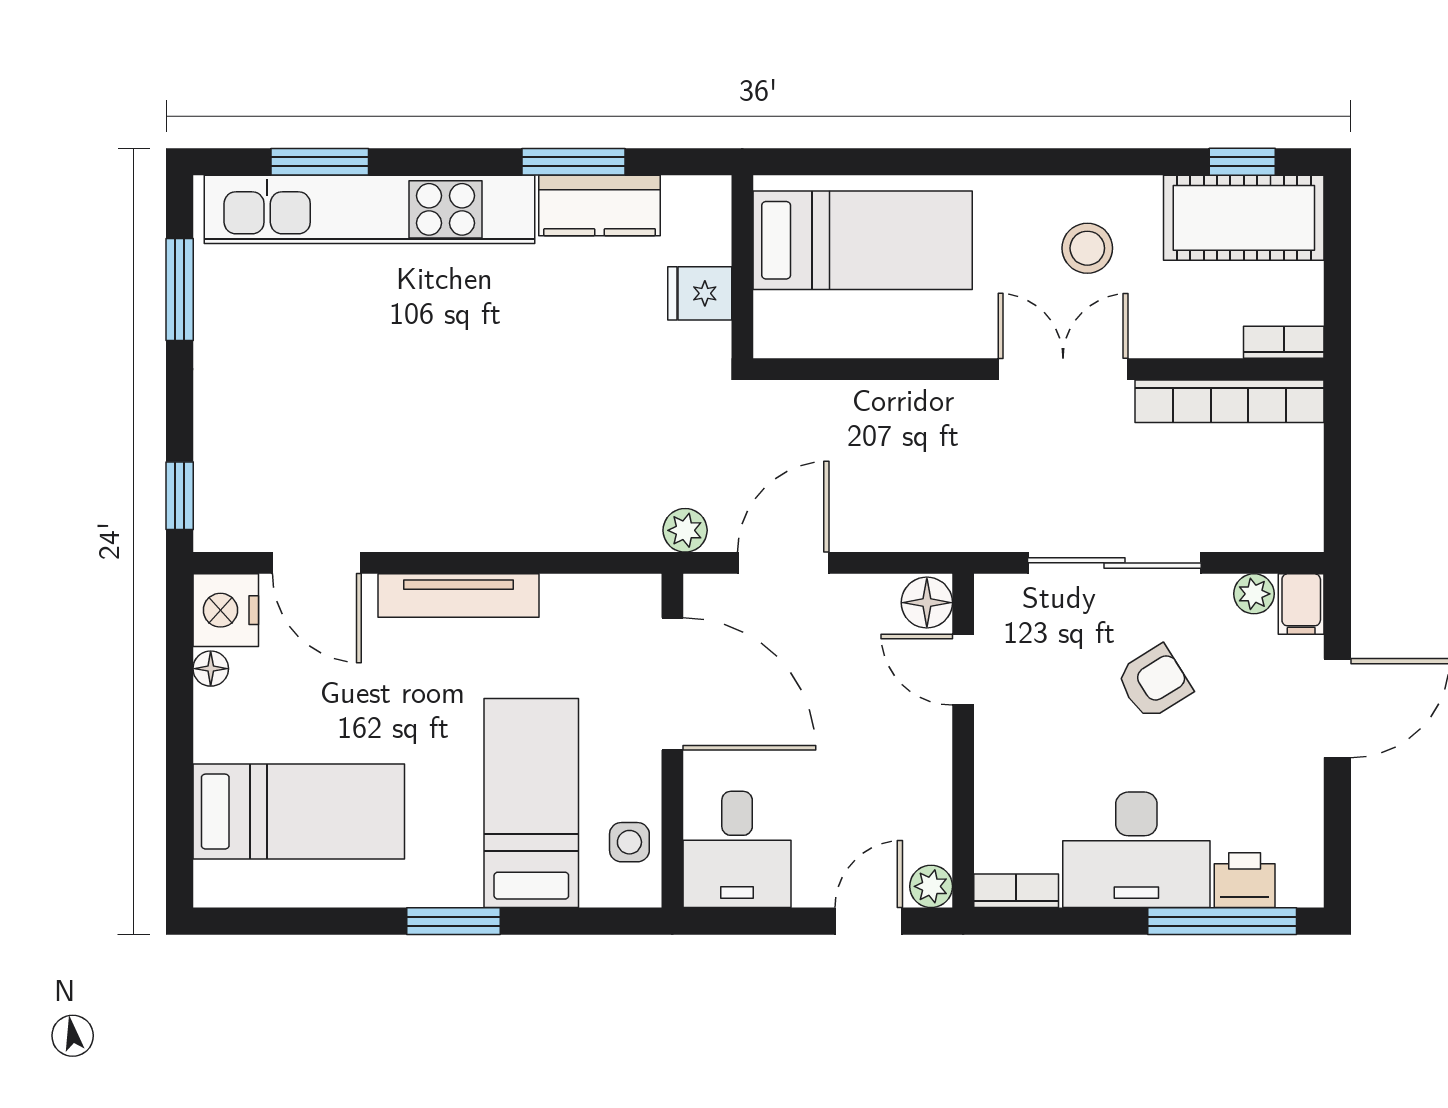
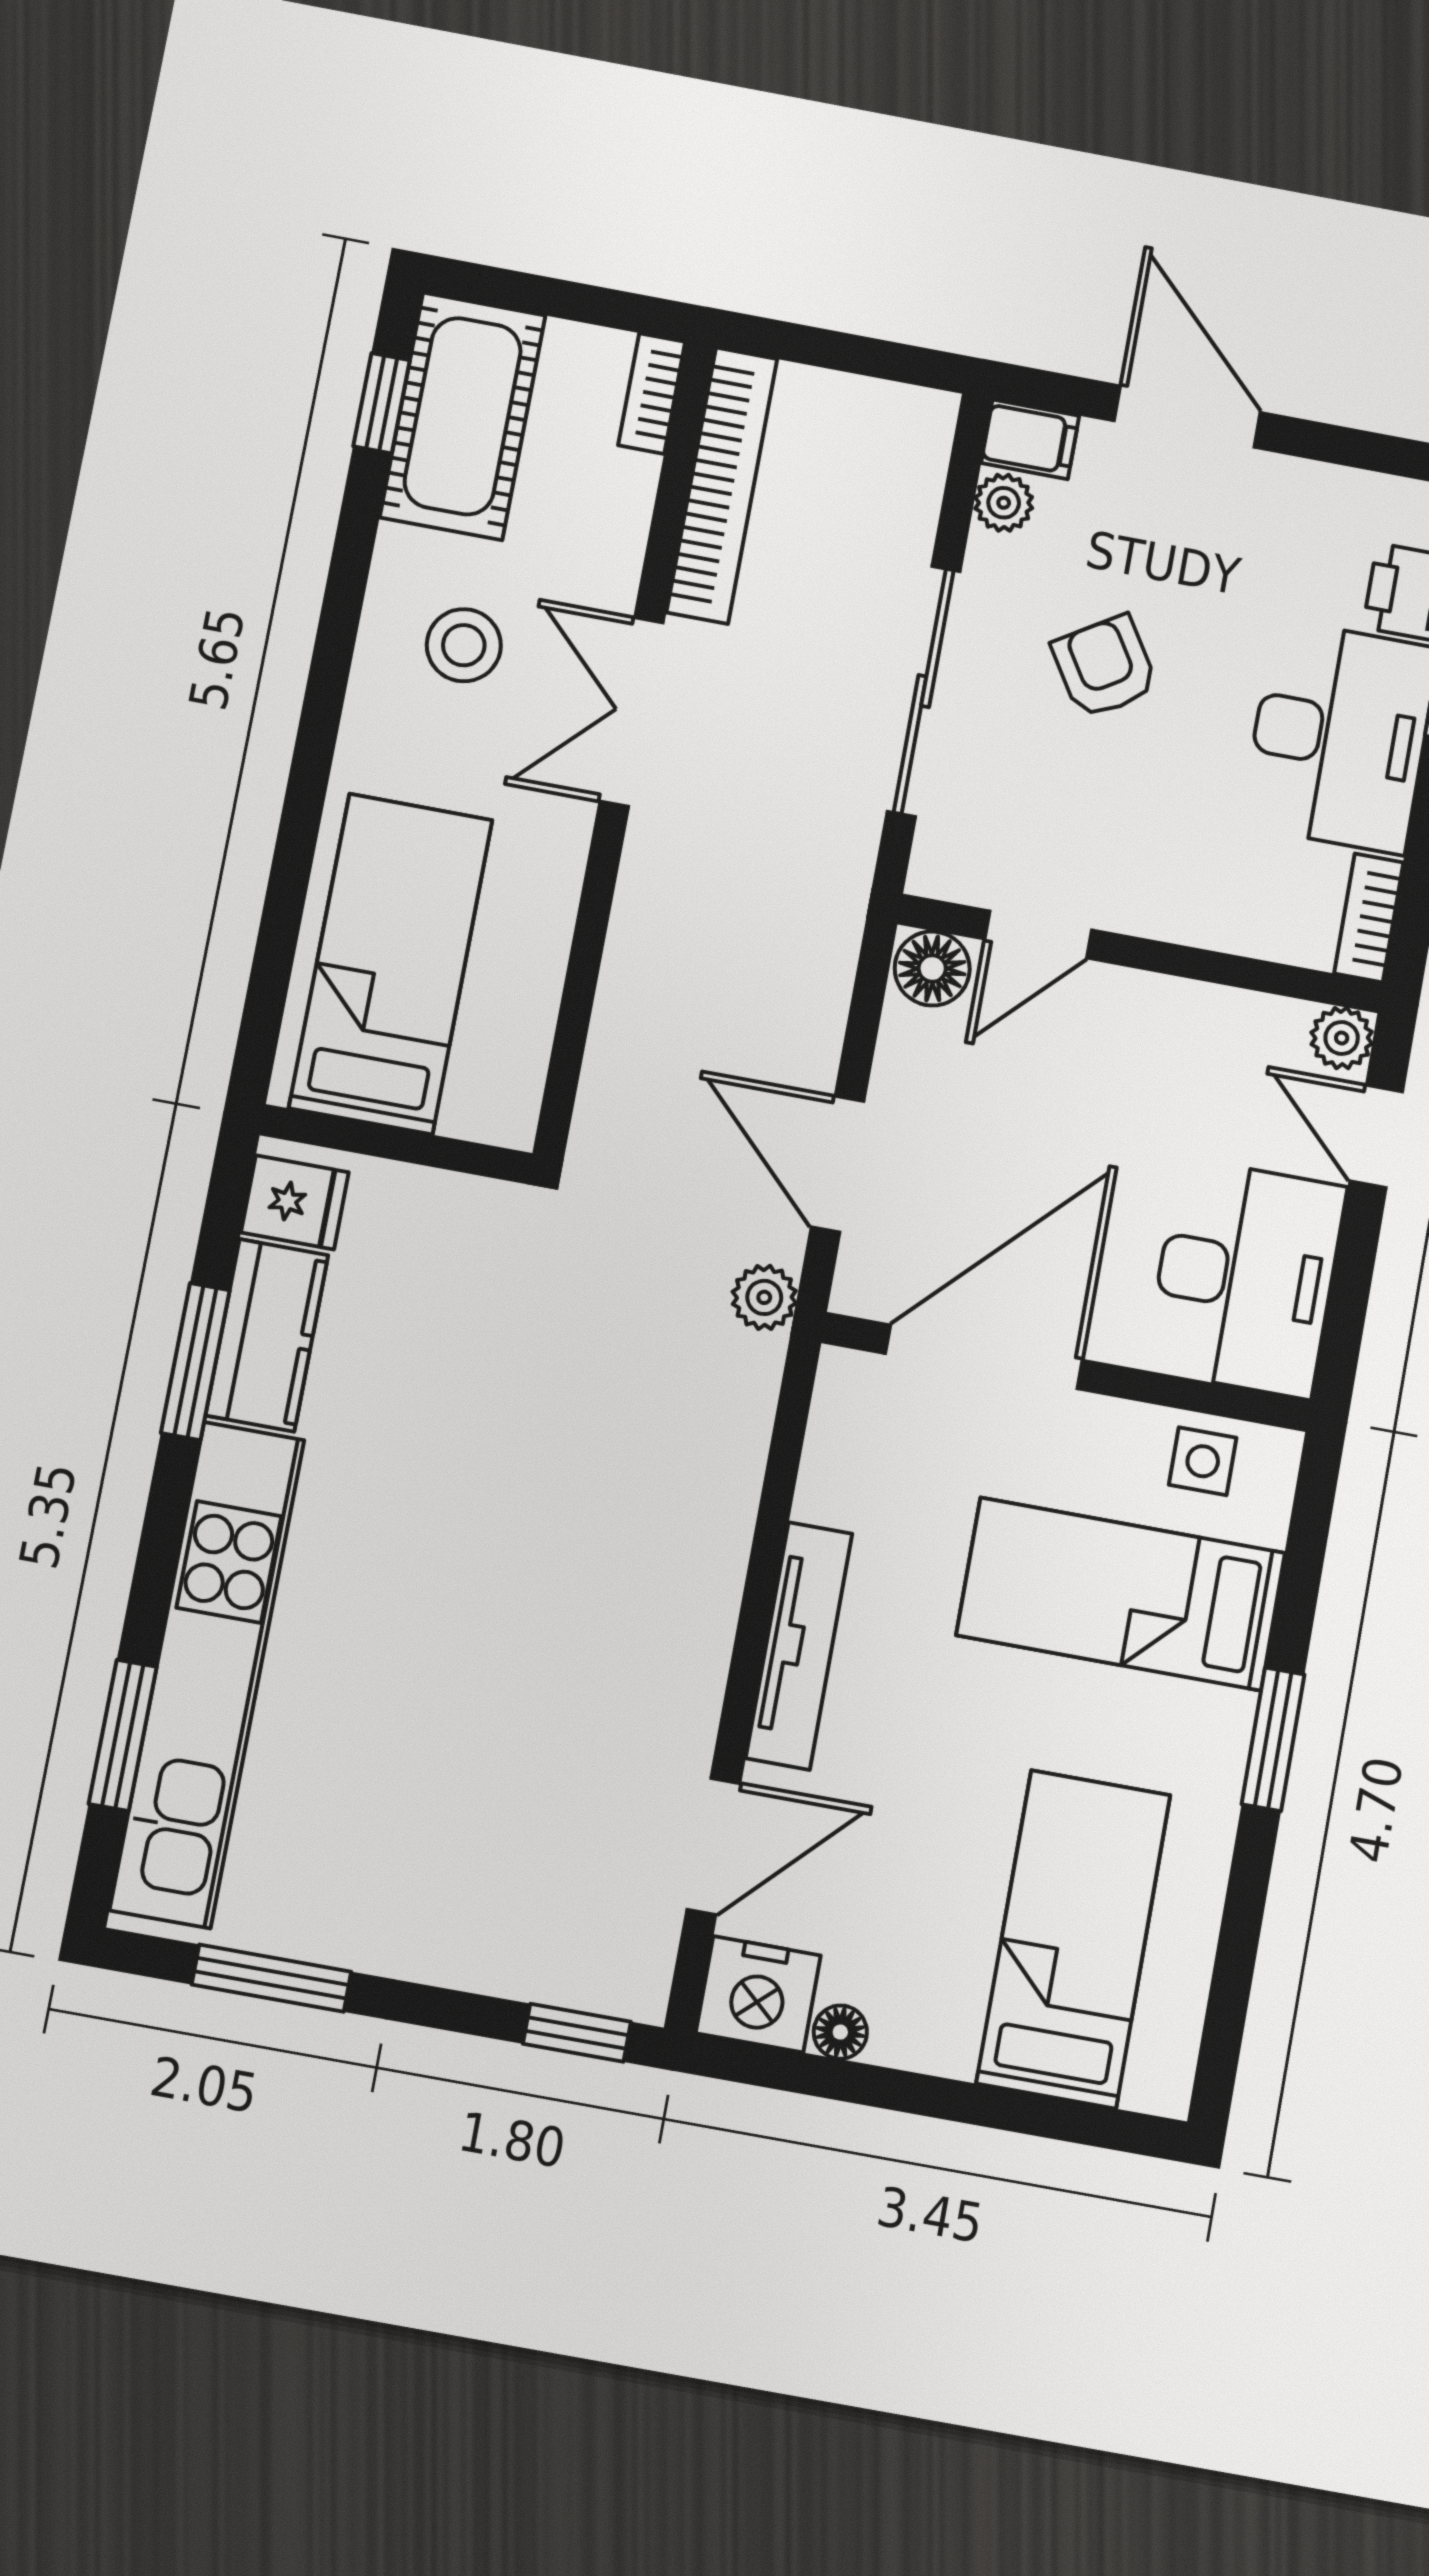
fridge: (700, 293) -> (295, 1202), moved, turned -90
desk: (737, 849) -> (1245, 1278), width x1.37

